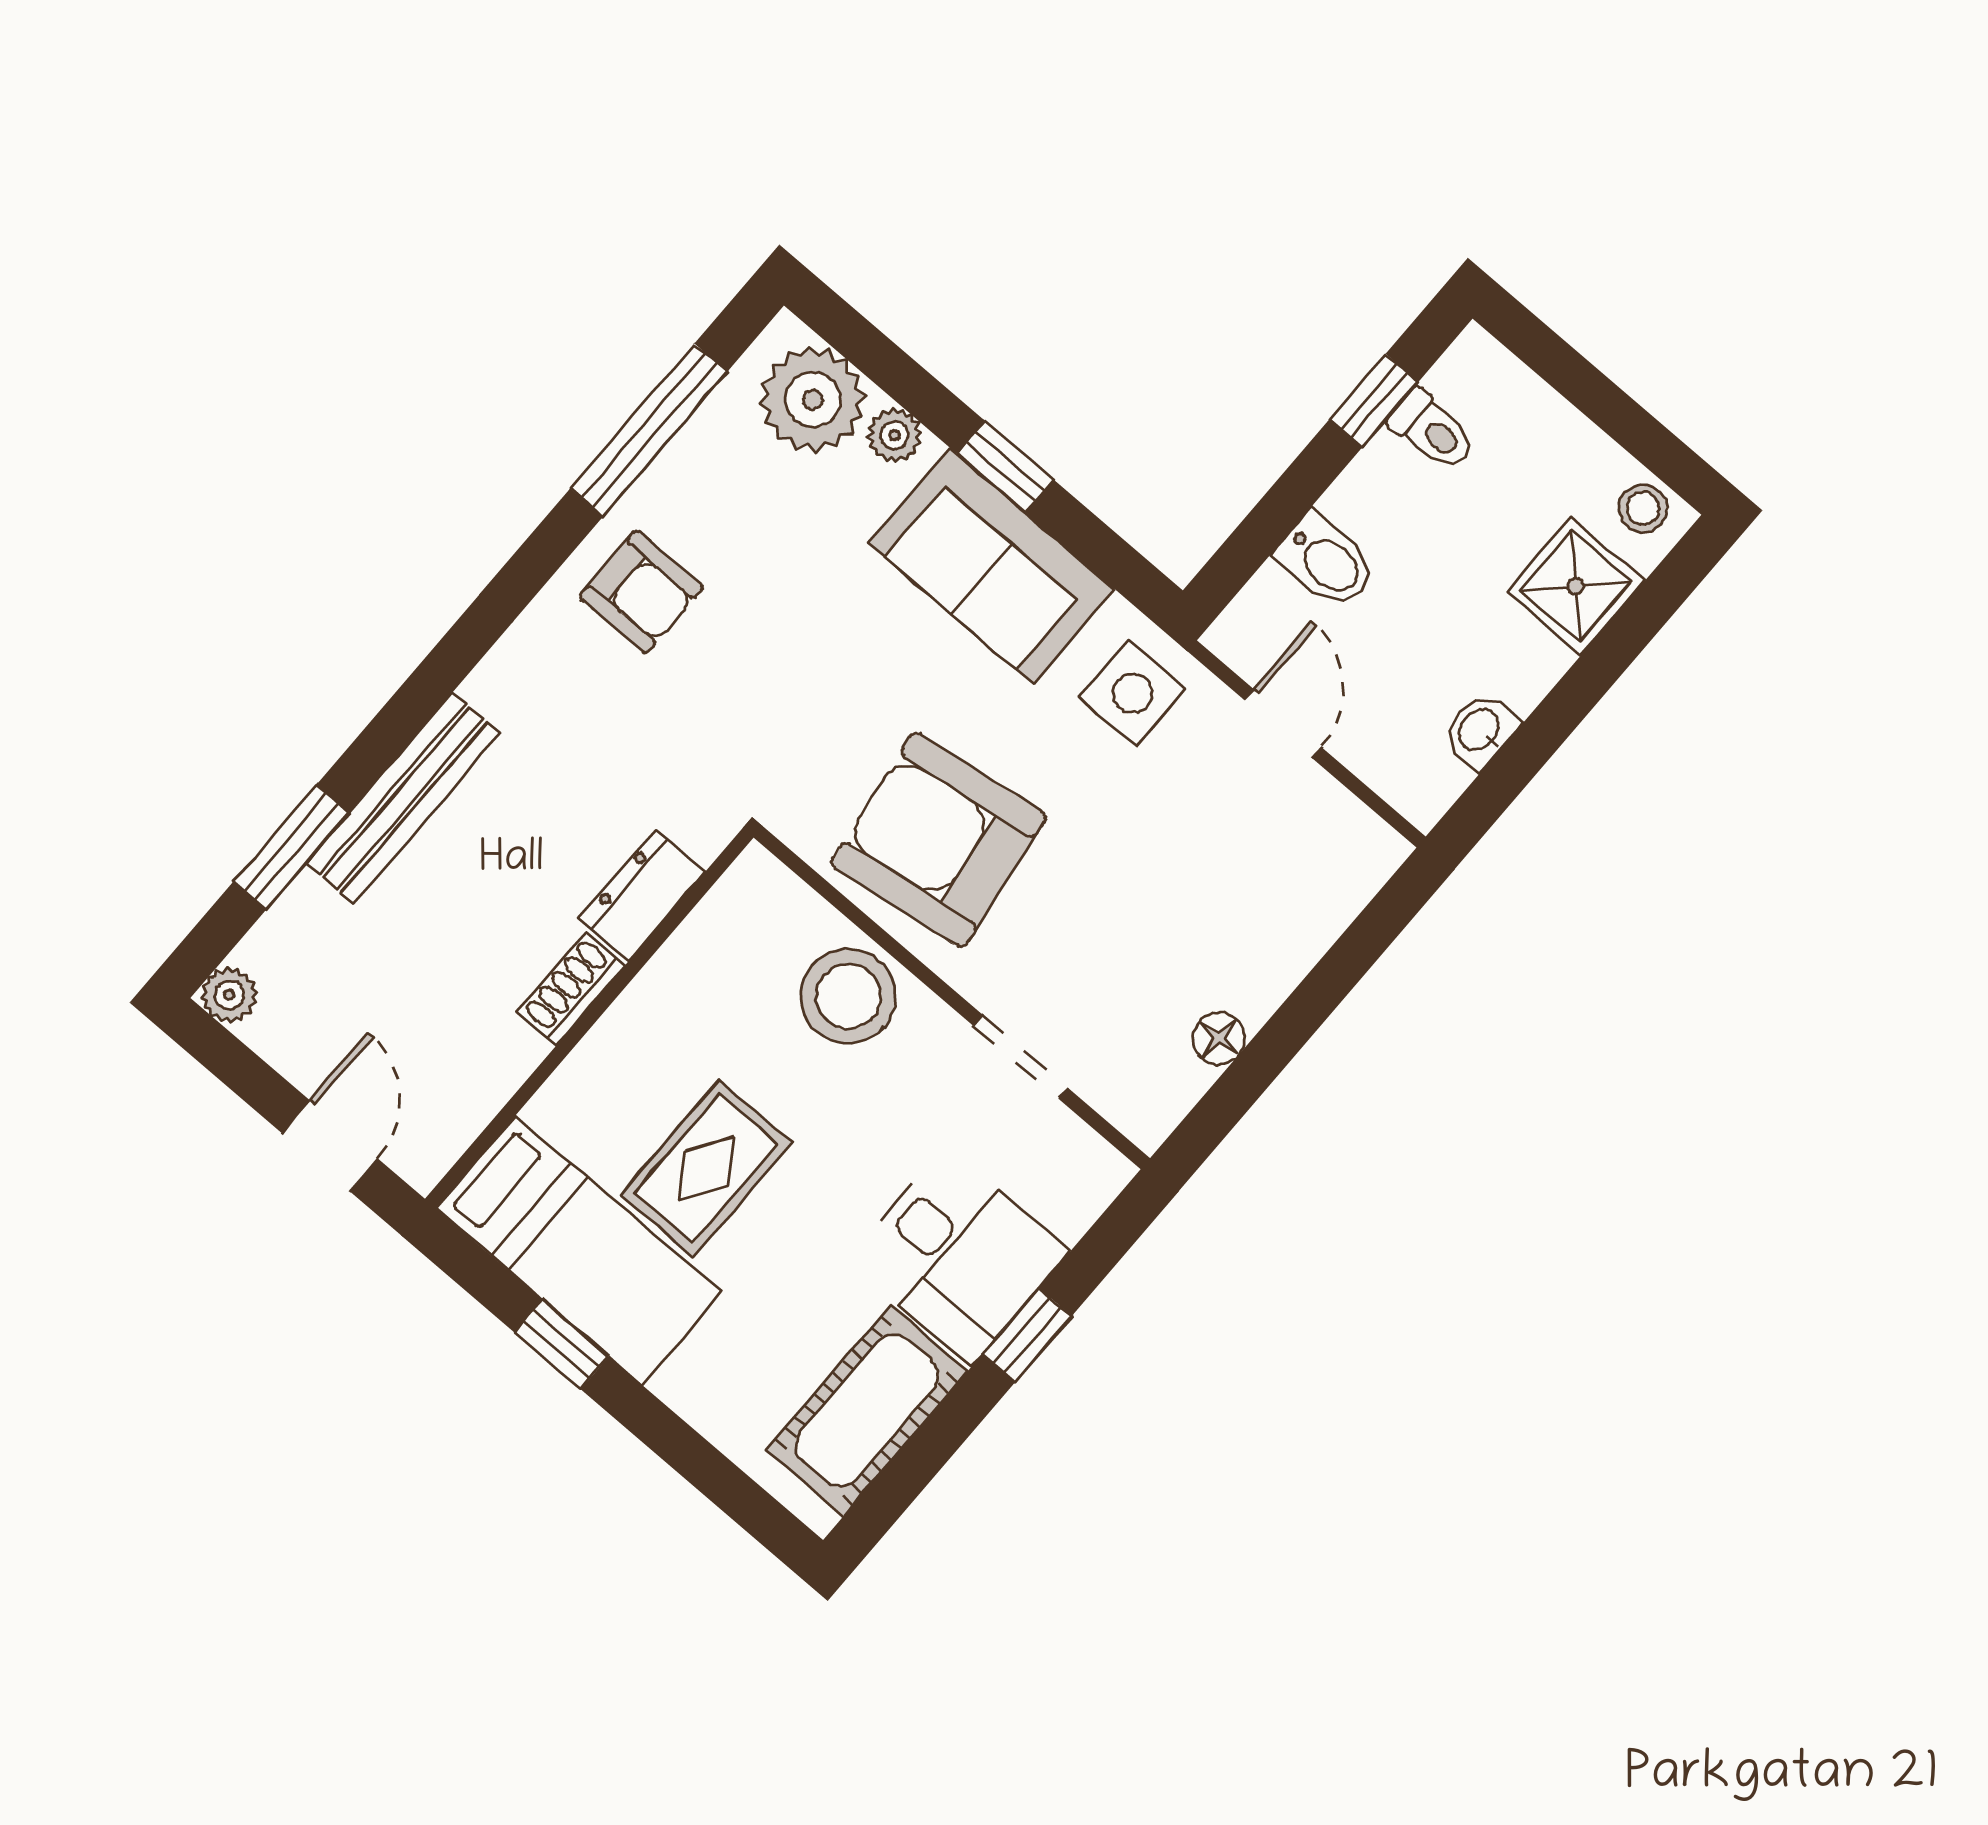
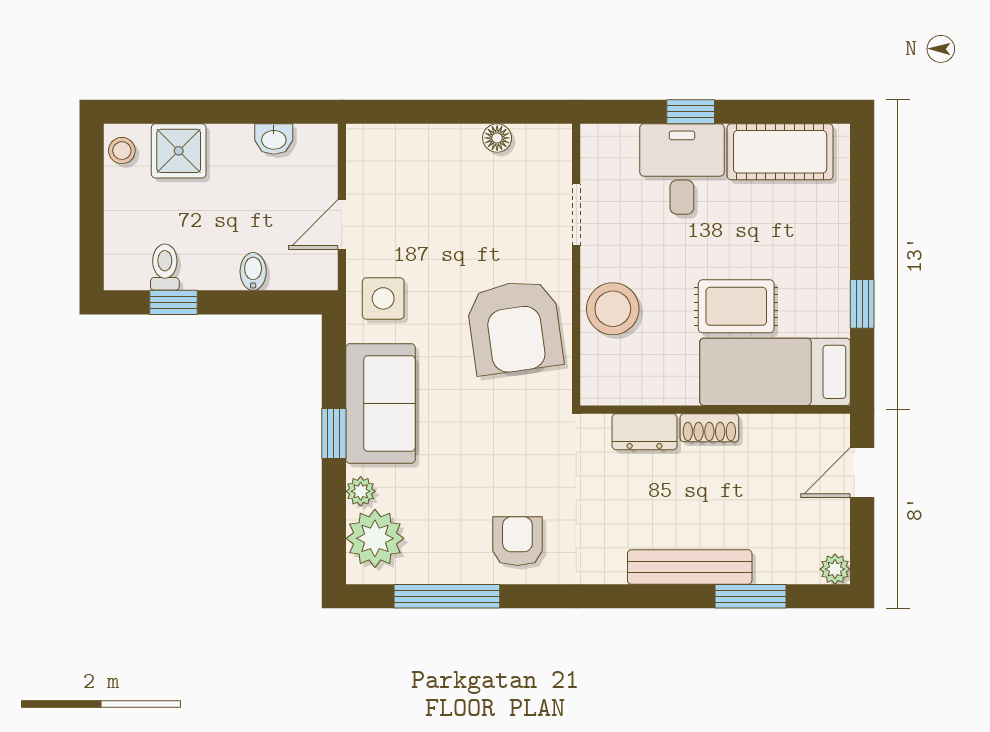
bidet: (1326, 561) -> (253, 271), width x0.72, depth x0.74
bed: (579, 1250) -> (775, 372), moved, turned -90

